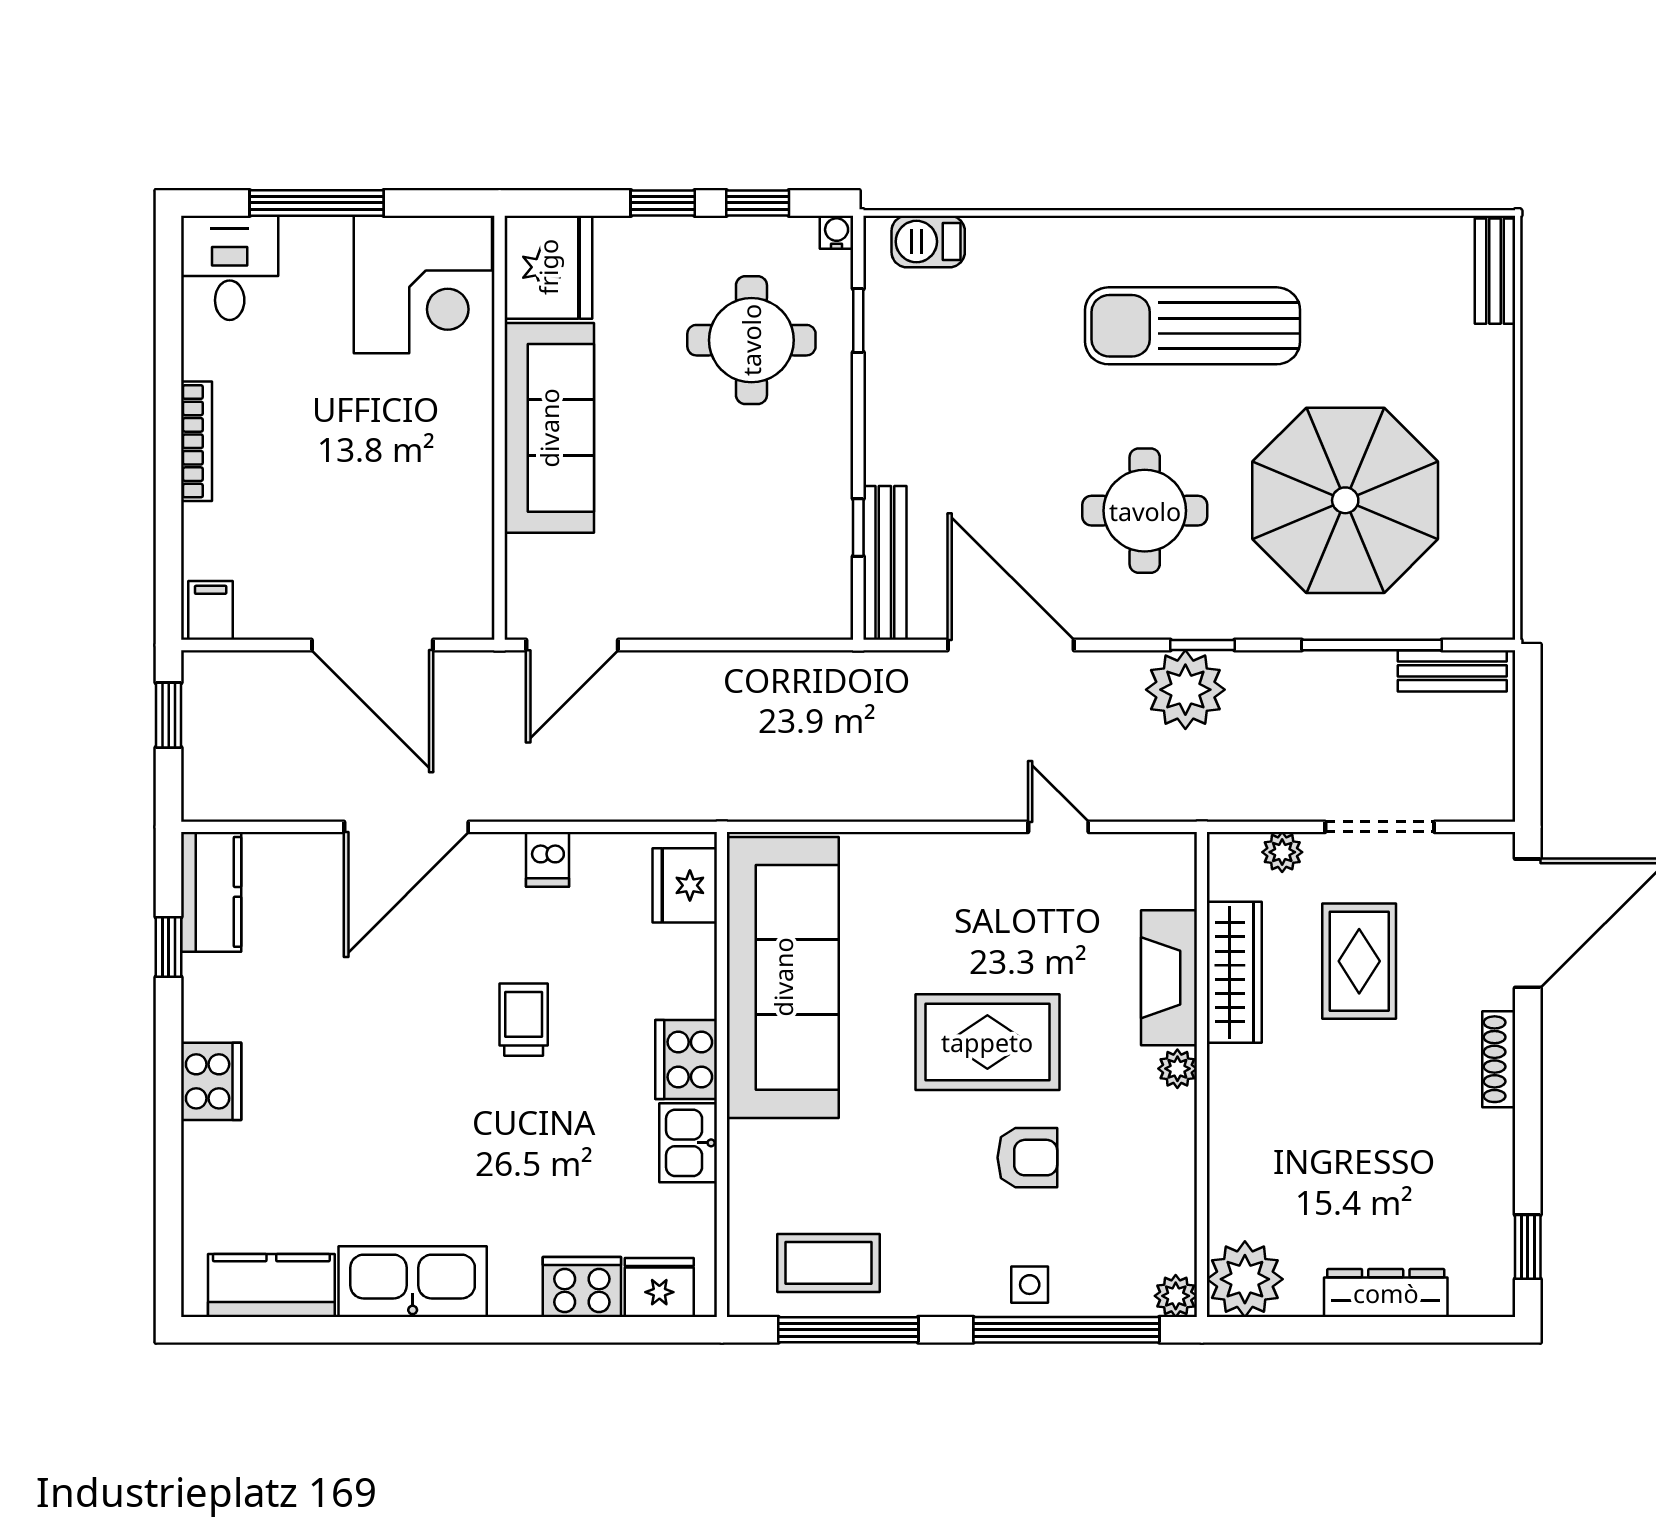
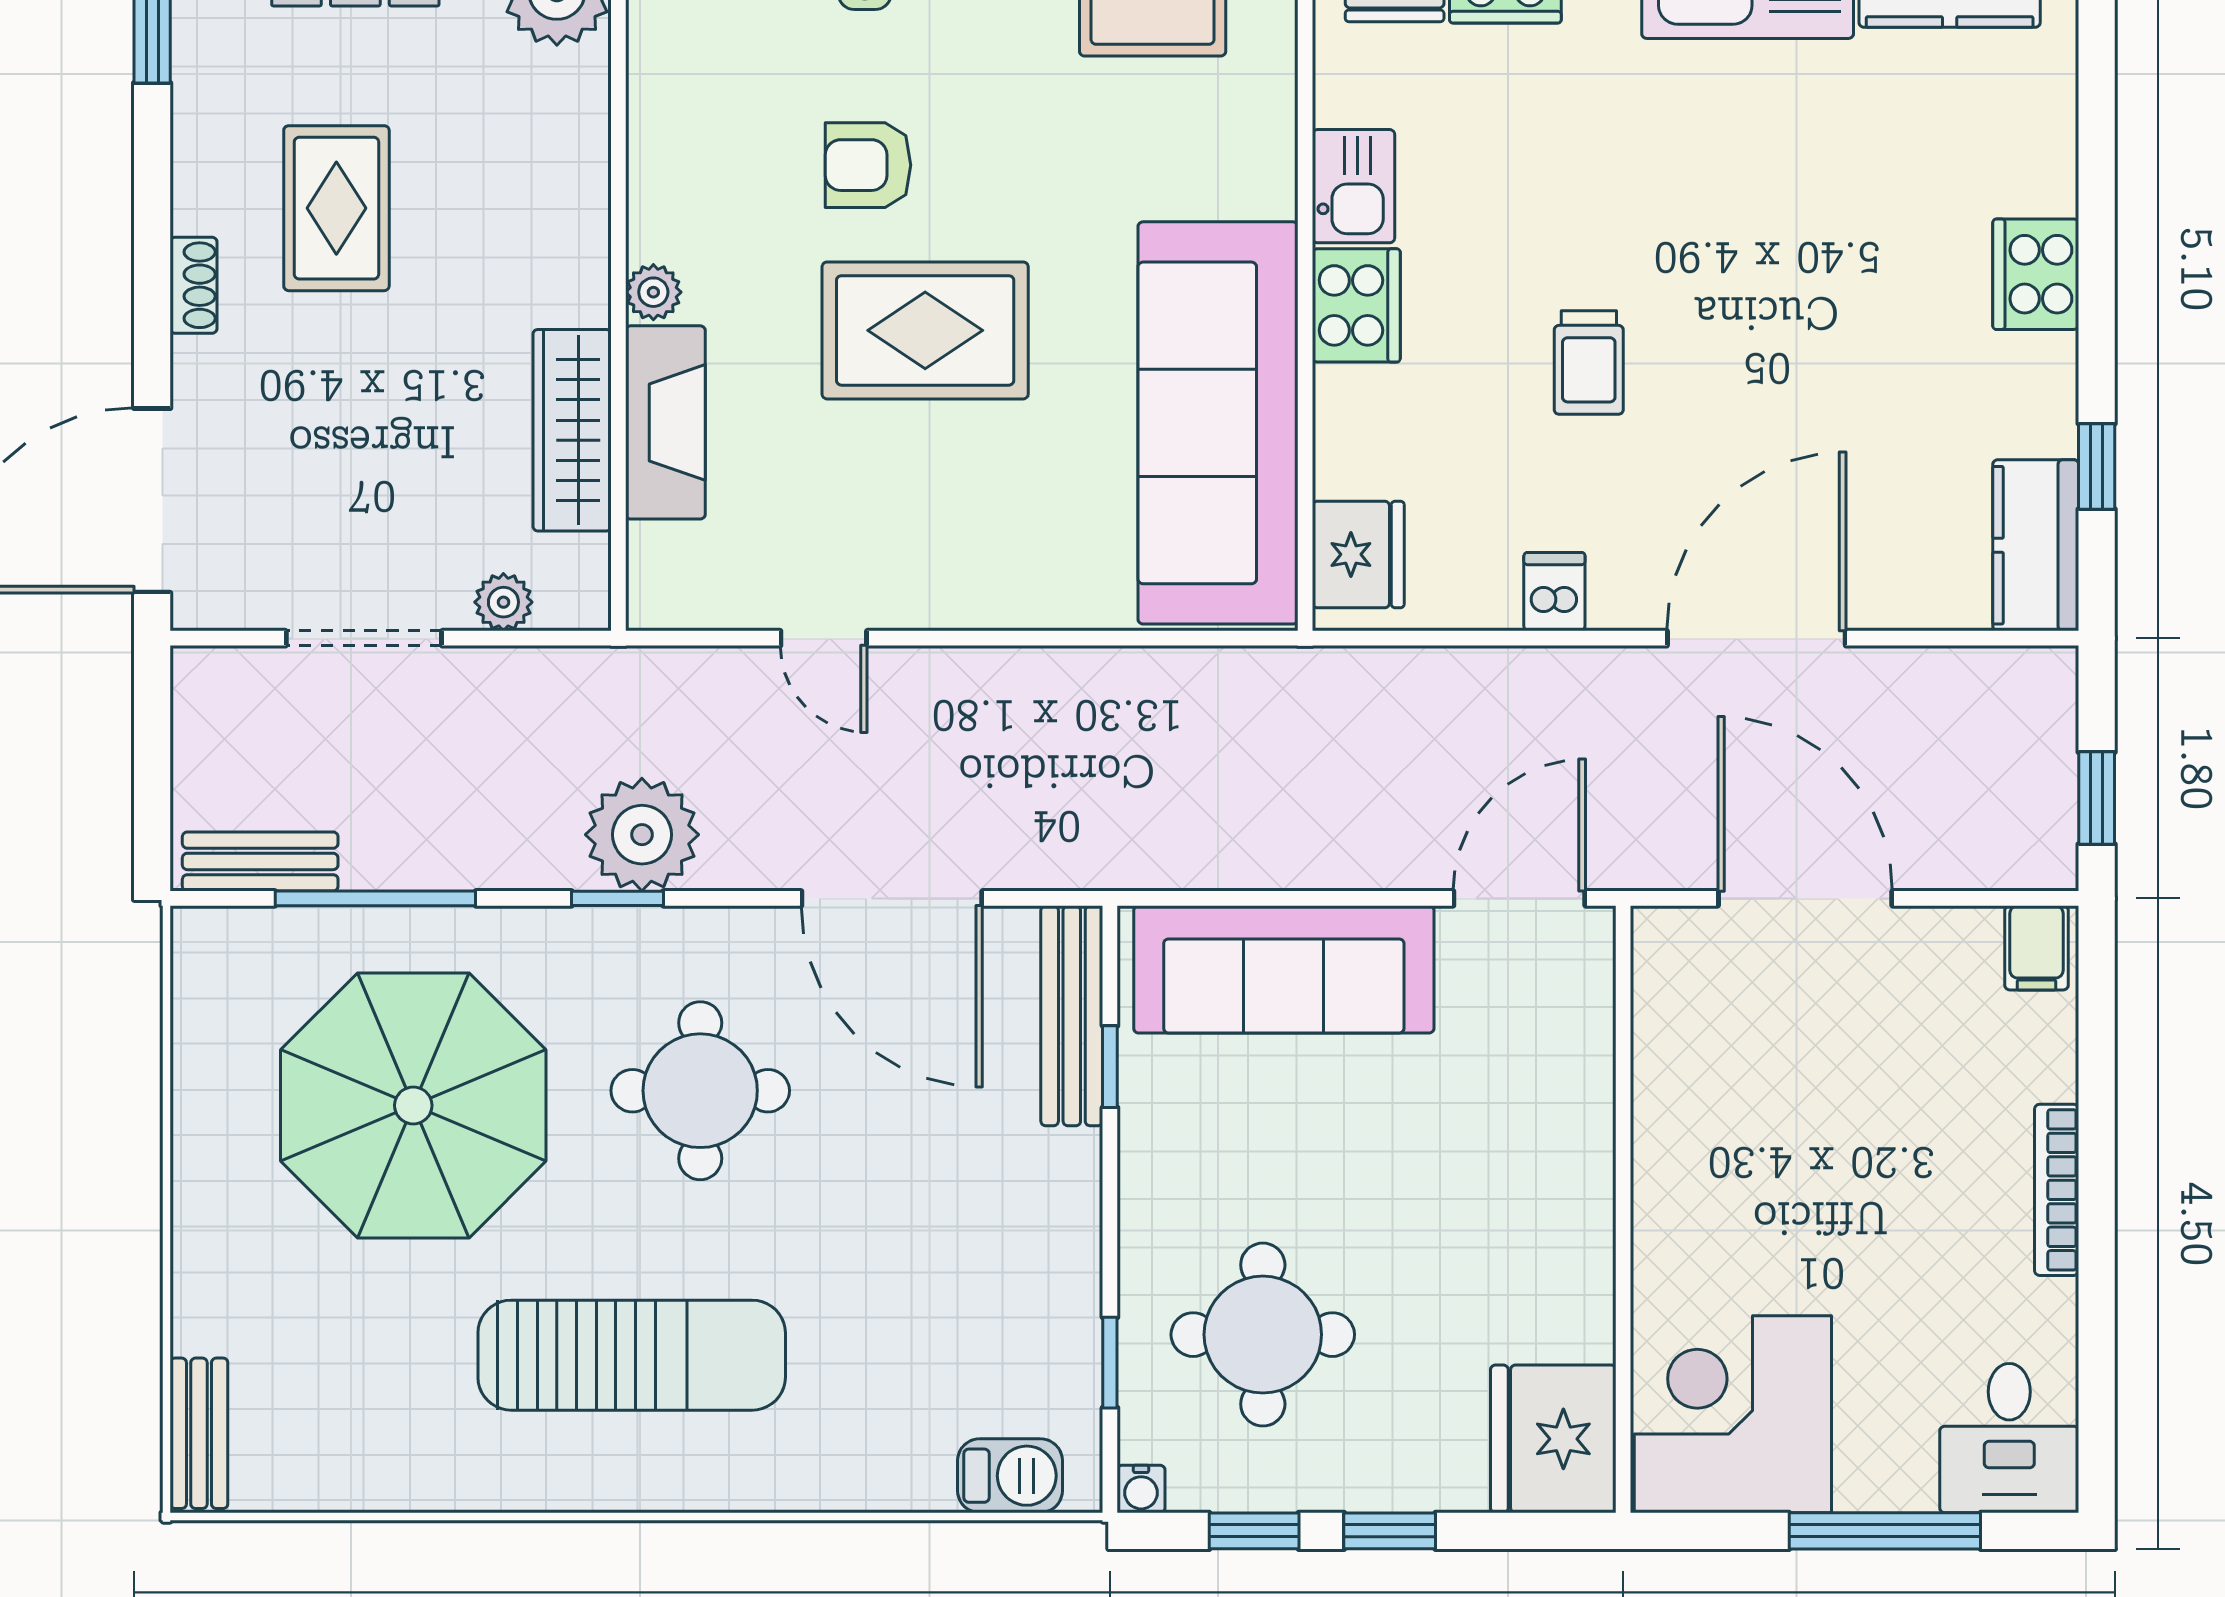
sofa: (549, 428) -> (1284, 969), moved, turned -90
rug: (1359, 961) -> (336, 208), moved
shoe rack: (1499, 1059) -> (194, 285), width x0.70

